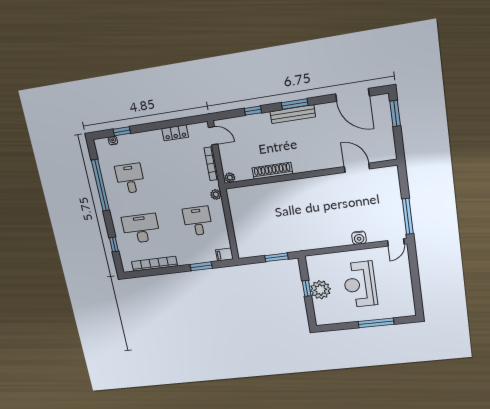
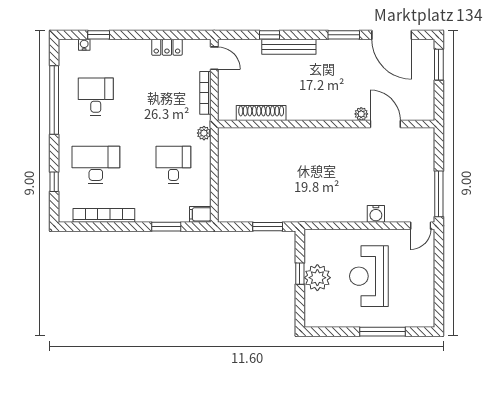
window: (295, 104) -> (344, 35), moved
bench: (293, 114) -> (289, 47), moved
shoe rack: (272, 171) -> (261, 113), moved
plant: (230, 178) -> (361, 114), moved

